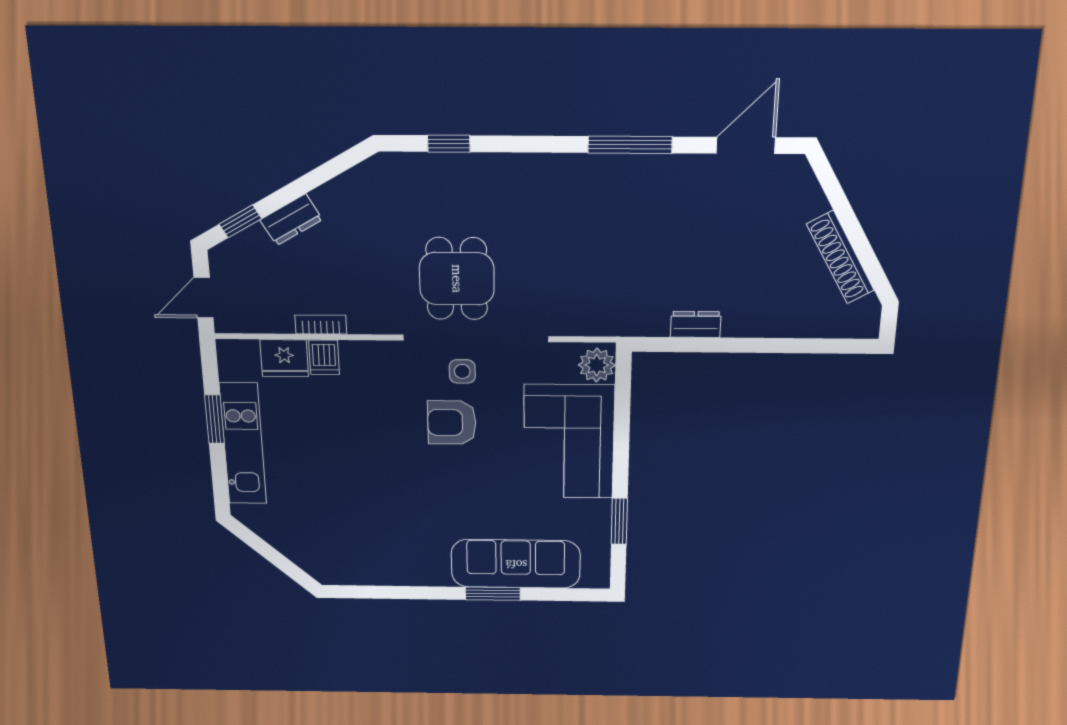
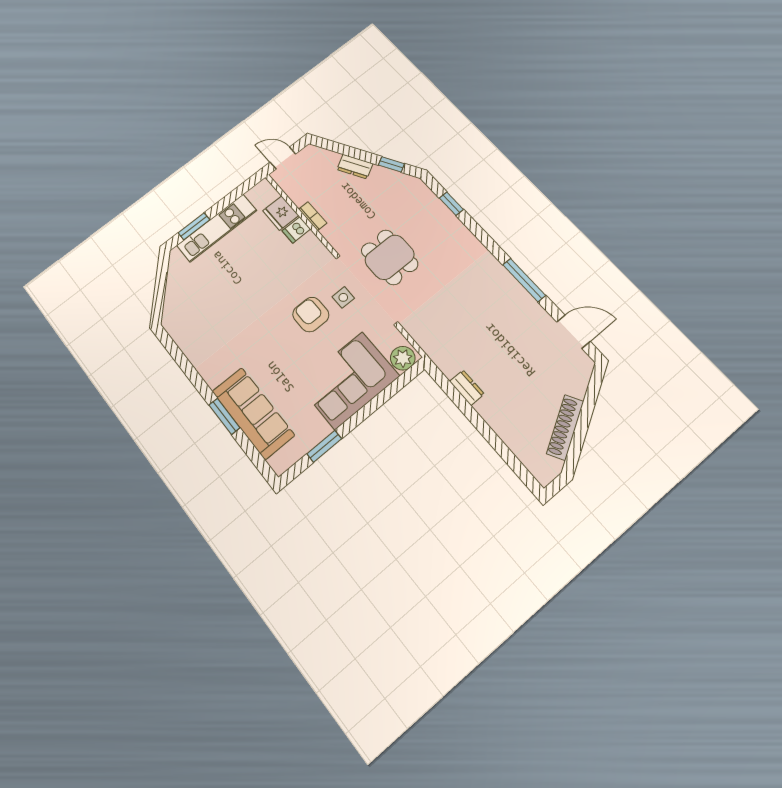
window: (240, 221) -> (391, 164), moved
dining table: (457, 279) -> (390, 257), turned 90
window: (214, 419) -> (194, 226), moved

